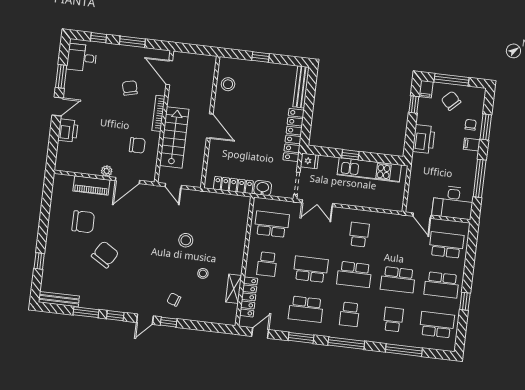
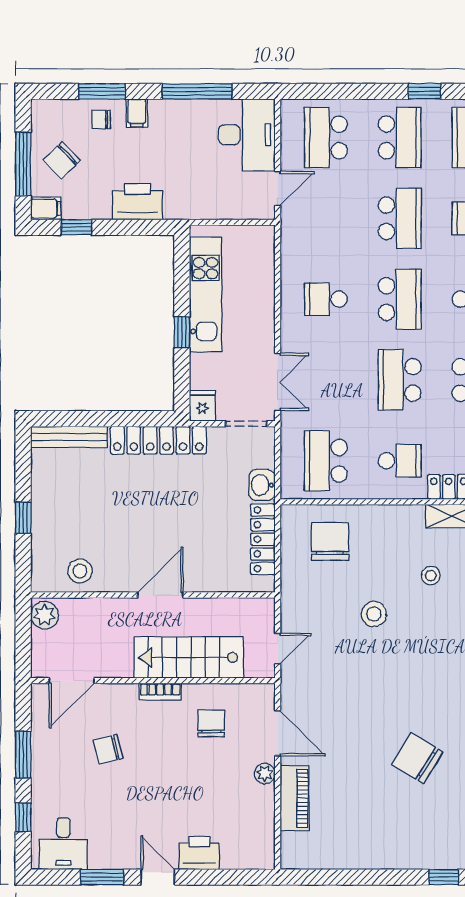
plant: (206, 62) -> (45, 615), added
bookcase: (158, 113) -> (160, 692), width x0.64
chair: (83, 222) -> (330, 542), moved

